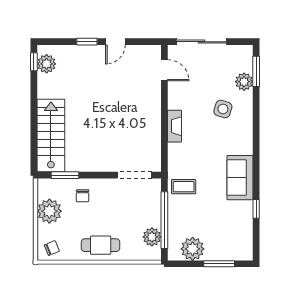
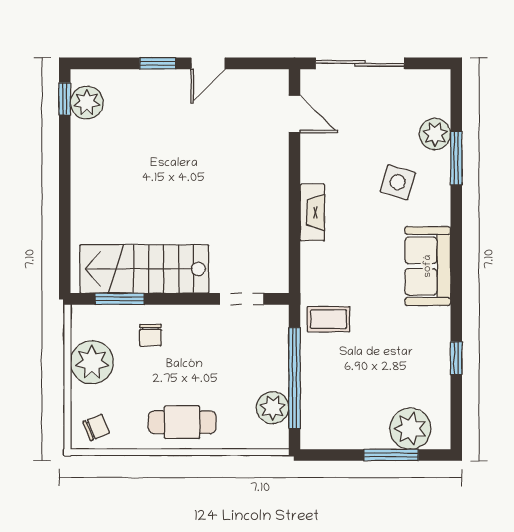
window: (256, 71) -> (456, 158), moved
stairs: (51, 135) -> (144, 269), moved, turned -90
doorway: (134, 175) -> (242, 299), width x0.73
sofa: (240, 178) -> (428, 266), moved
plant: (193, 249) -> (410, 429), moved

